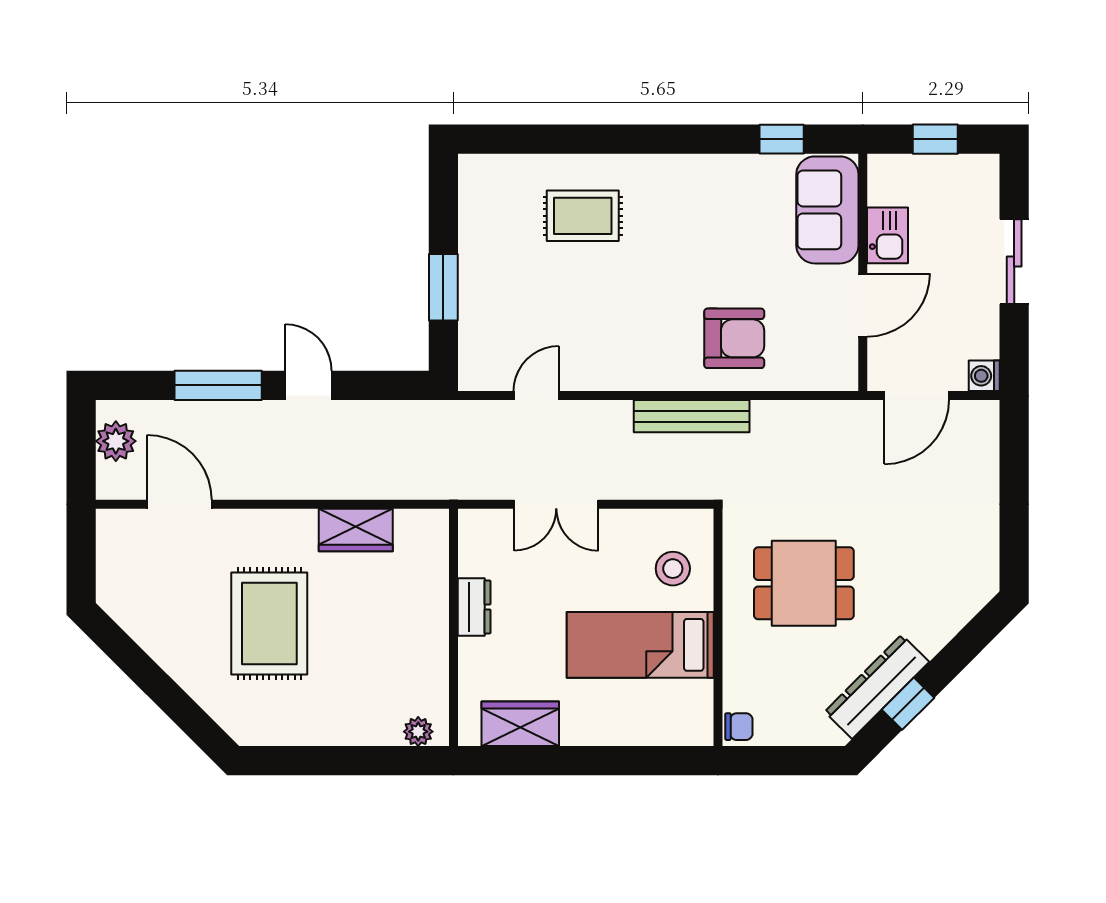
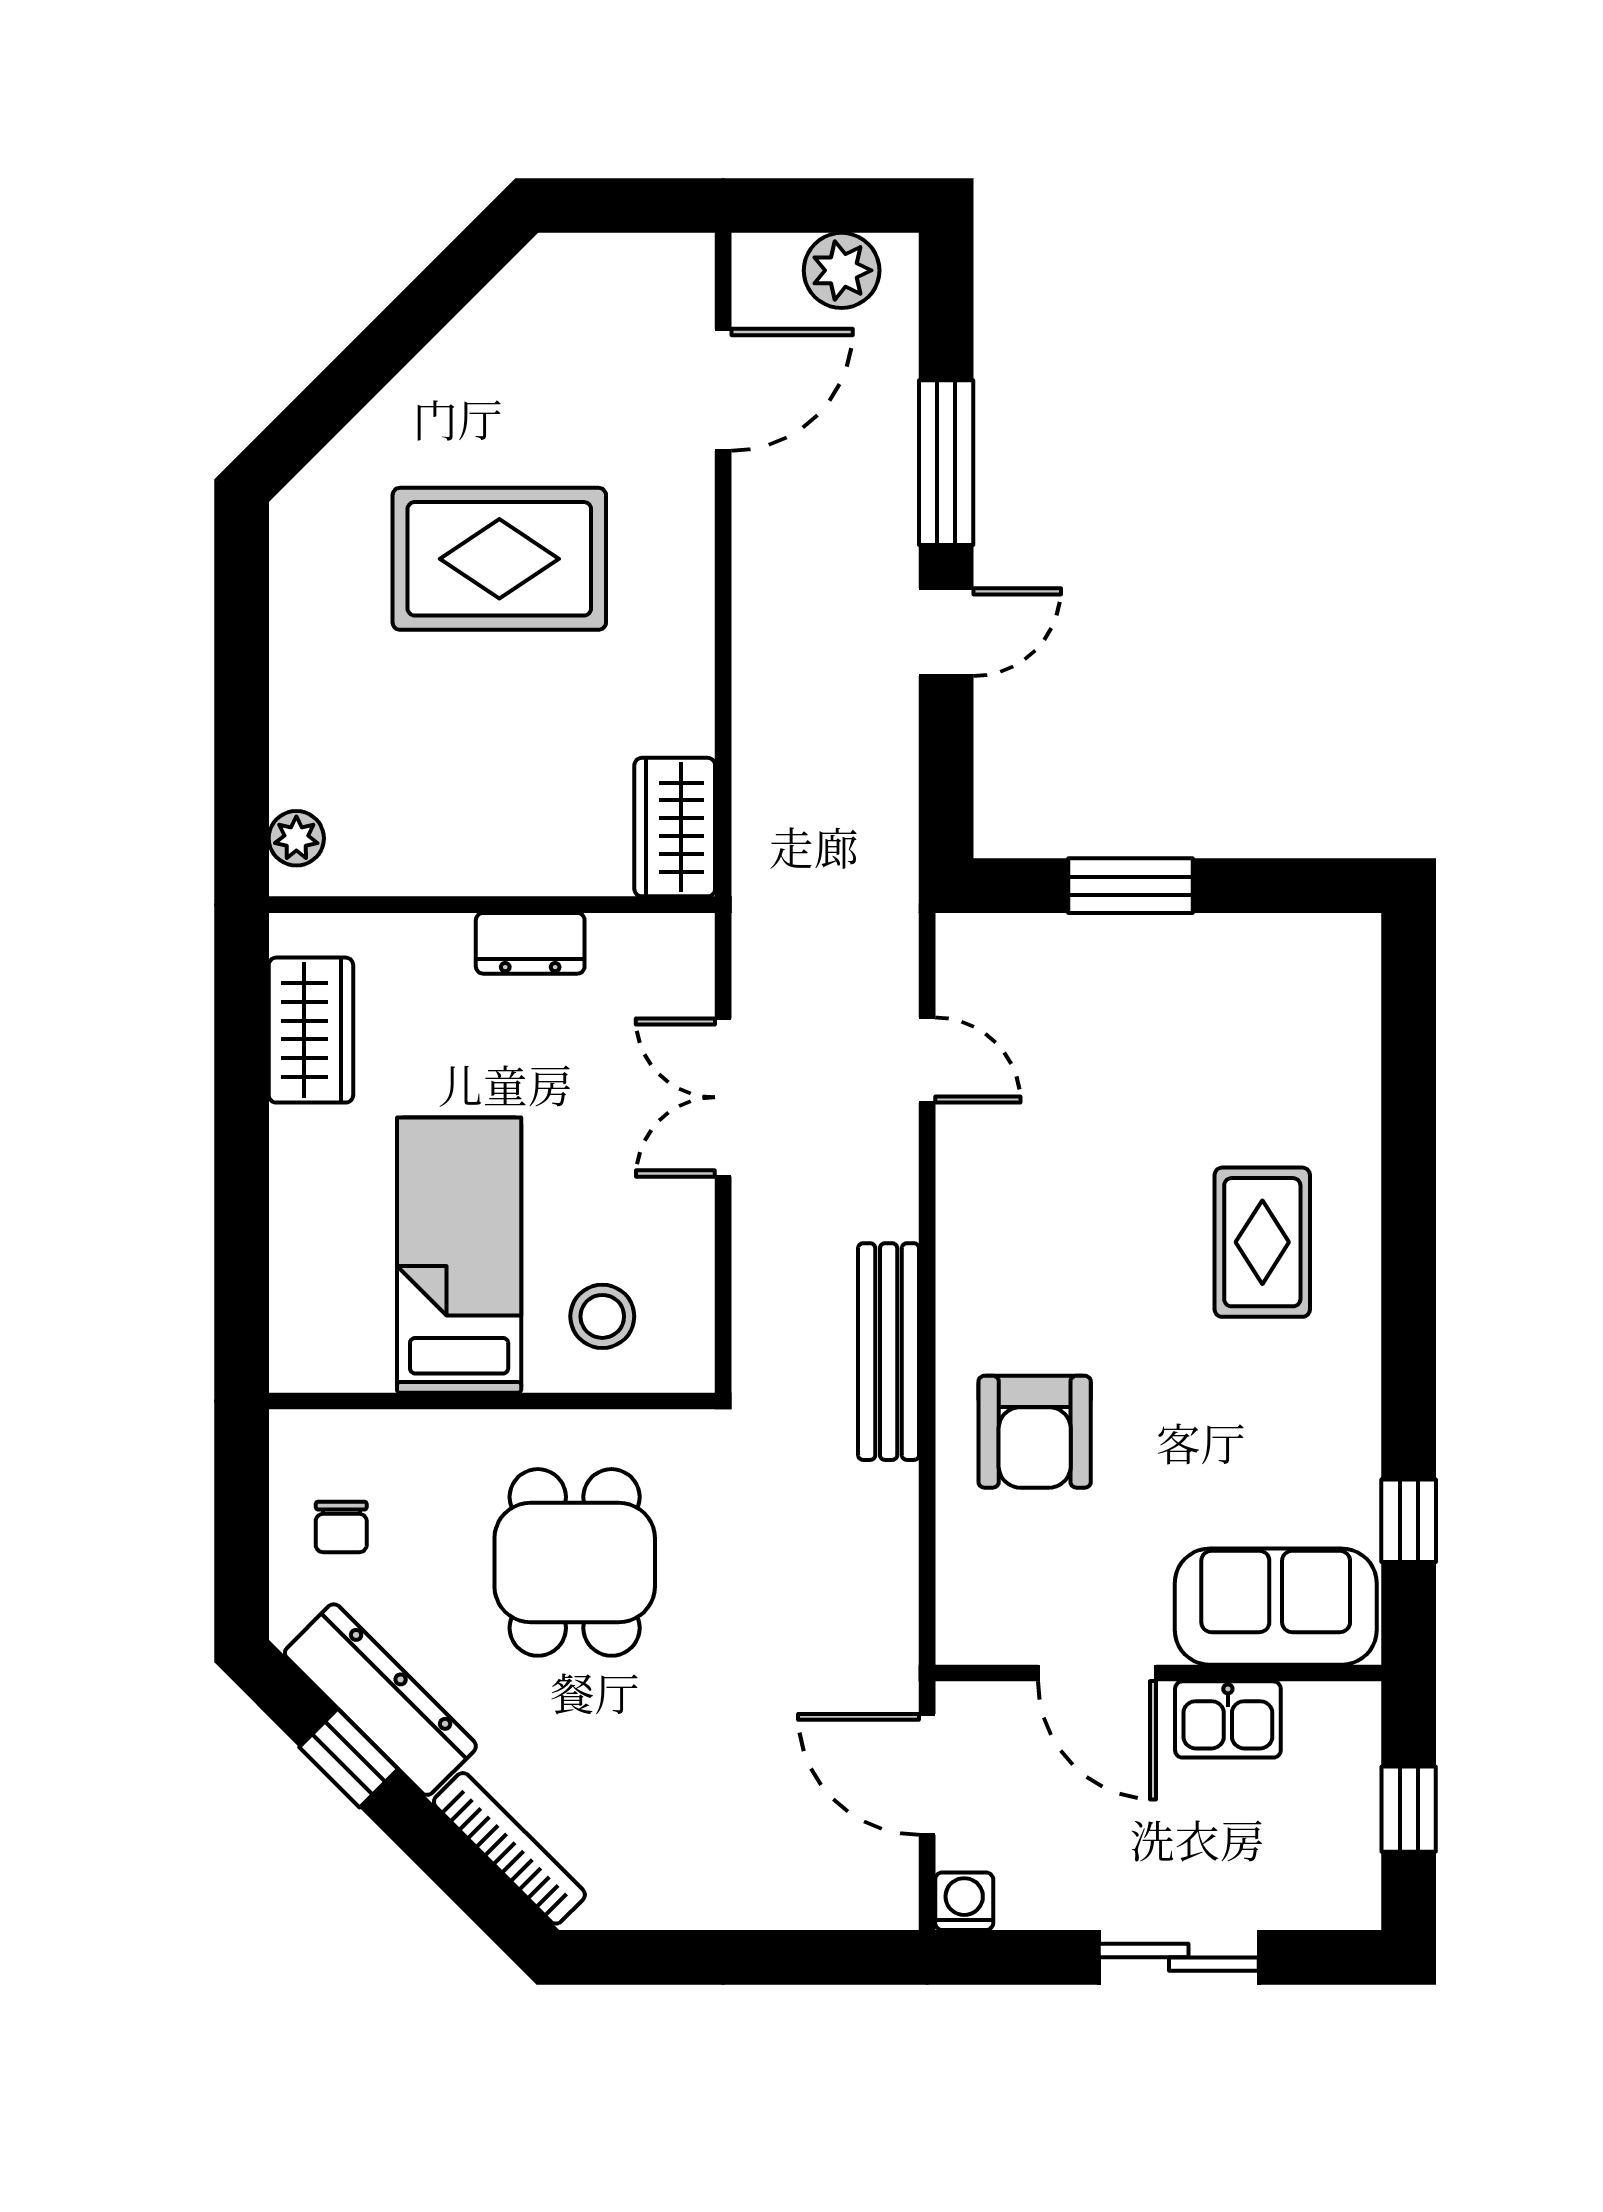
rug: (583, 216) -> (1262, 1242), moved
wardrobe: (356, 530) -> (675, 827), moved
bookcase: (956, 618) -> (509, 1848), added
chair: (739, 727) -> (341, 1527), moved

